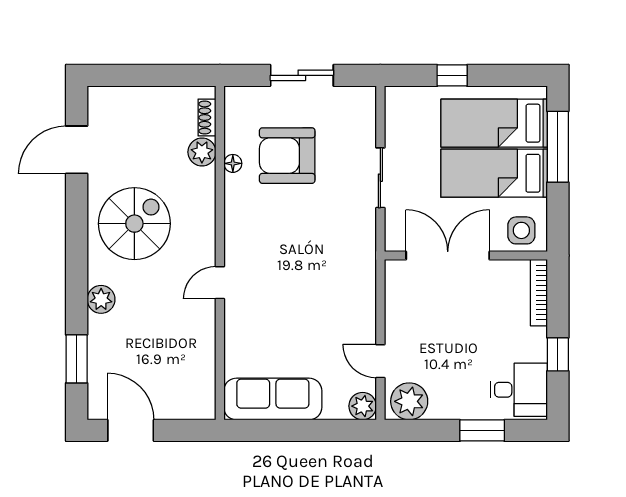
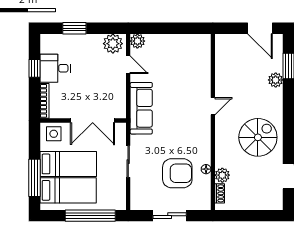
window: (452, 75) -> (90, 216), width x3.17
spiral stairs: (134, 224) -> (258, 137), turned 180
plant: (101, 299) -> (276, 80), moved
desk: (519, 390) -> (55, 68), moved
sofa: (273, 399) -> (141, 108), moved, turned -90

